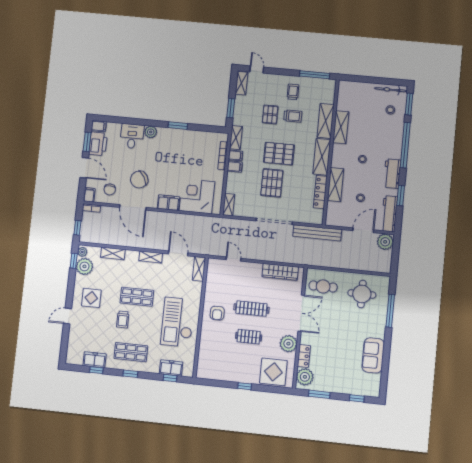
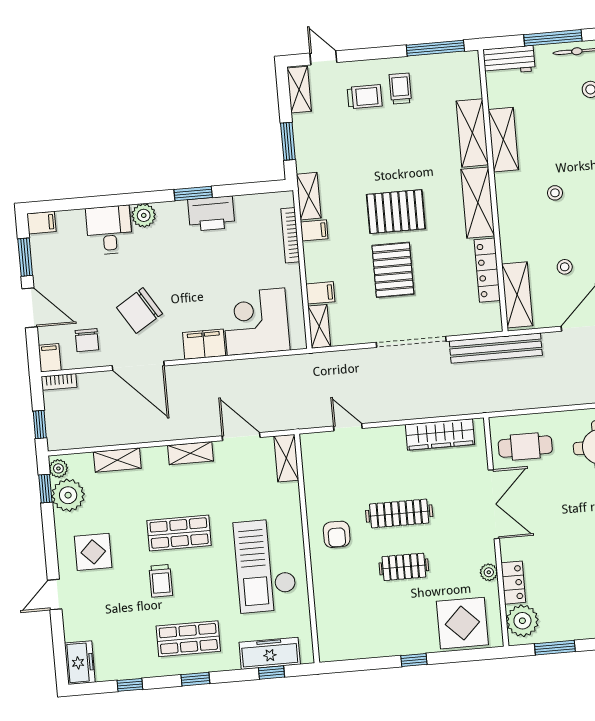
window: (376, 80) -> (553, 38), added
workbench: (351, 88) -> (509, 60), added
pallet: (270, 114) -> (365, 140), removed
trolley: (293, 116) -> (365, 97), moved
printer: (98, 144) -> (211, 214), moved, turned 90
filing cabinet: (235, 167) -> (320, 293), moved
shelving: (336, 185) -> (517, 295), moved
plant: (288, 344) -> (489, 572), width x0.53, depth x0.53
freezer: (95, 360) -> (80, 663), moved, turned 90
freezer: (171, 368) -> (270, 653), width x1.40

